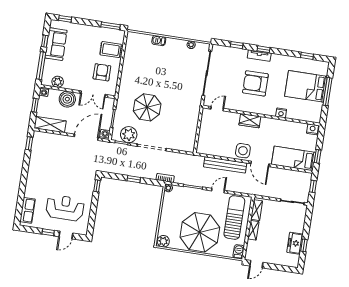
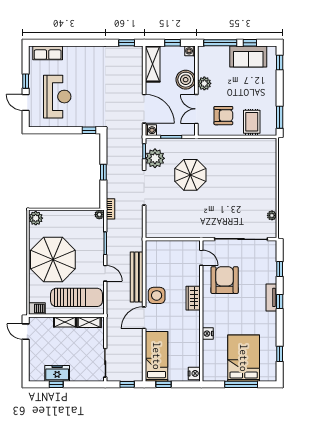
barbecue: (159, 40) -> (271, 177), removed
plant: (58, 82) -> (204, 83), moved
armchair: (255, 83) -> (225, 280), moved

